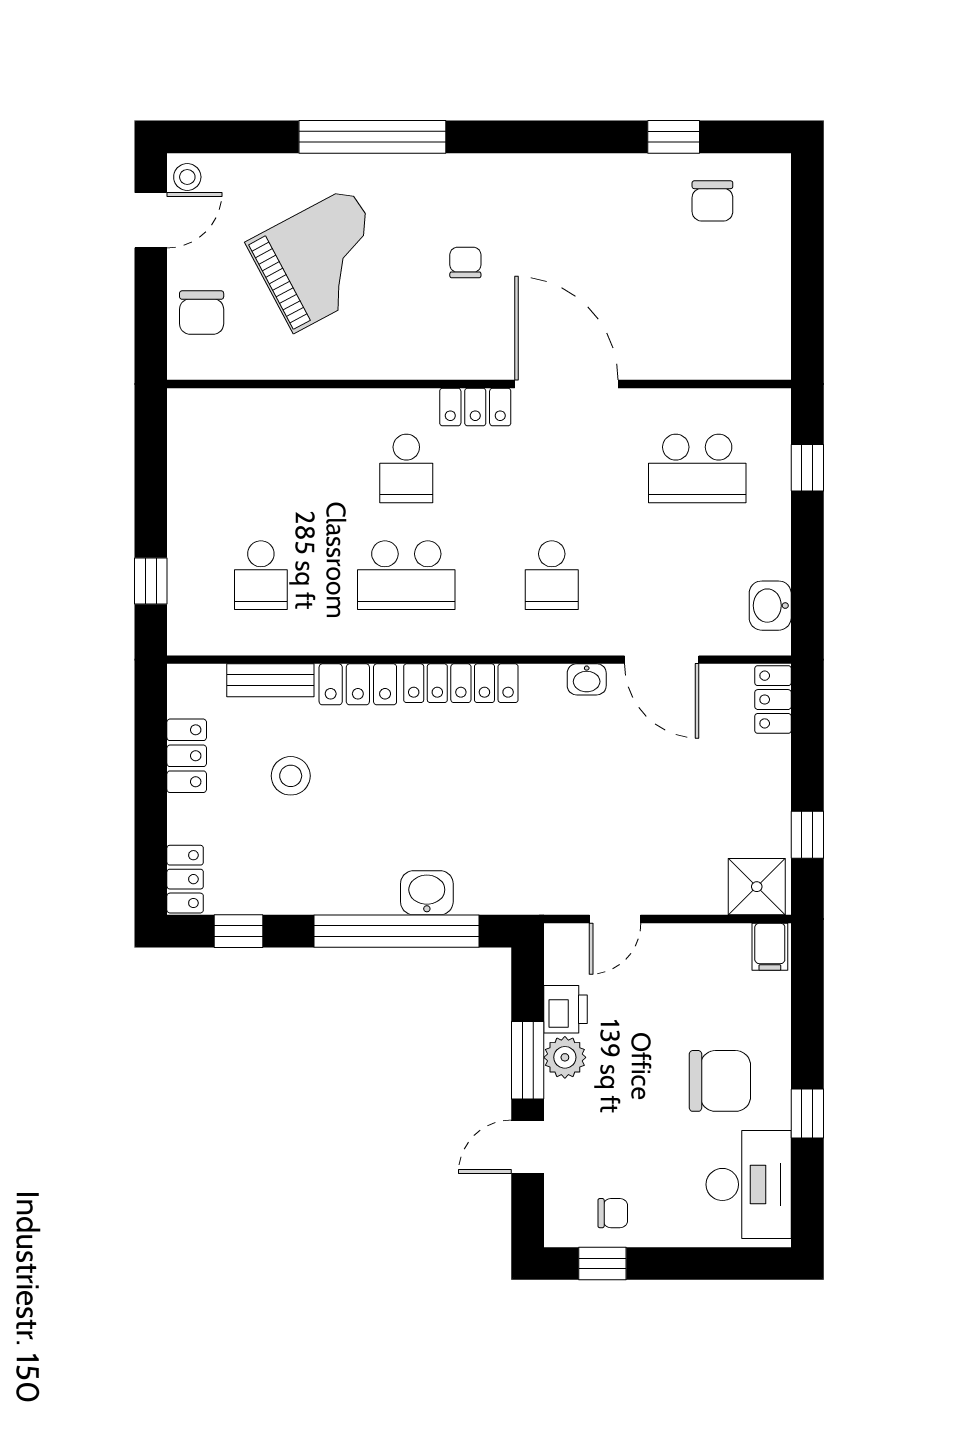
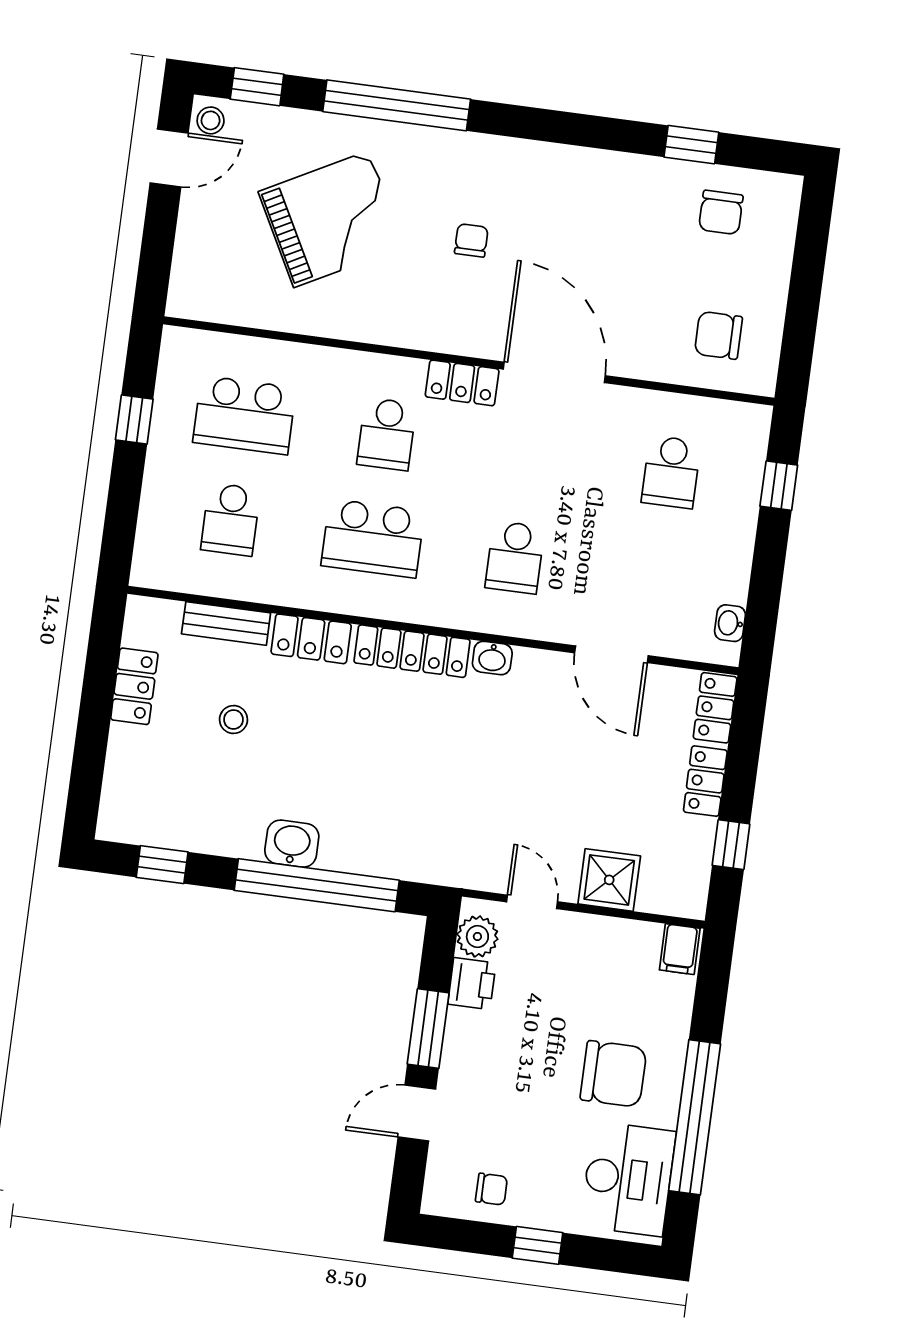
window: (229, 137) -> (257, 87), added
chair: (202, 313) -> (718, 335), moved, turned 90
school desk: (261, 469) -> (244, 415), added
school desk: (697, 469) -> (671, 472), width x0.54
window: (151, 581) -> (134, 419), moved
washbasin: (770, 606) -> (730, 623), width x0.72, depth x0.69
washbasin: (587, 679) -> (492, 658), moved
stool: (291, 776) -> (233, 720), width x0.73, depth x0.73
locker: (185, 879) -> (705, 781), moved, turned 180
shower: (757, 887) -> (609, 880), moved
washbasin: (427, 893) -> (292, 844), moved
door: (615, 919) -> (532, 902), swing flipped
plant: (565, 1057) -> (477, 936), moved
window: (807, 1114) -> (695, 1117), width x3.17
window: (602, 1264) -> (537, 1245), moved

